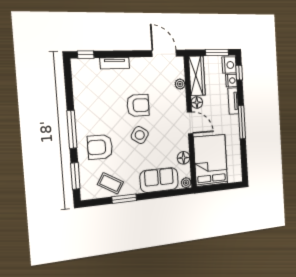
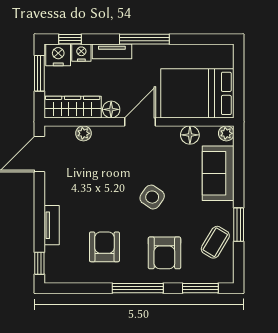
armchair: (138, 105) -> (104, 247), moved

